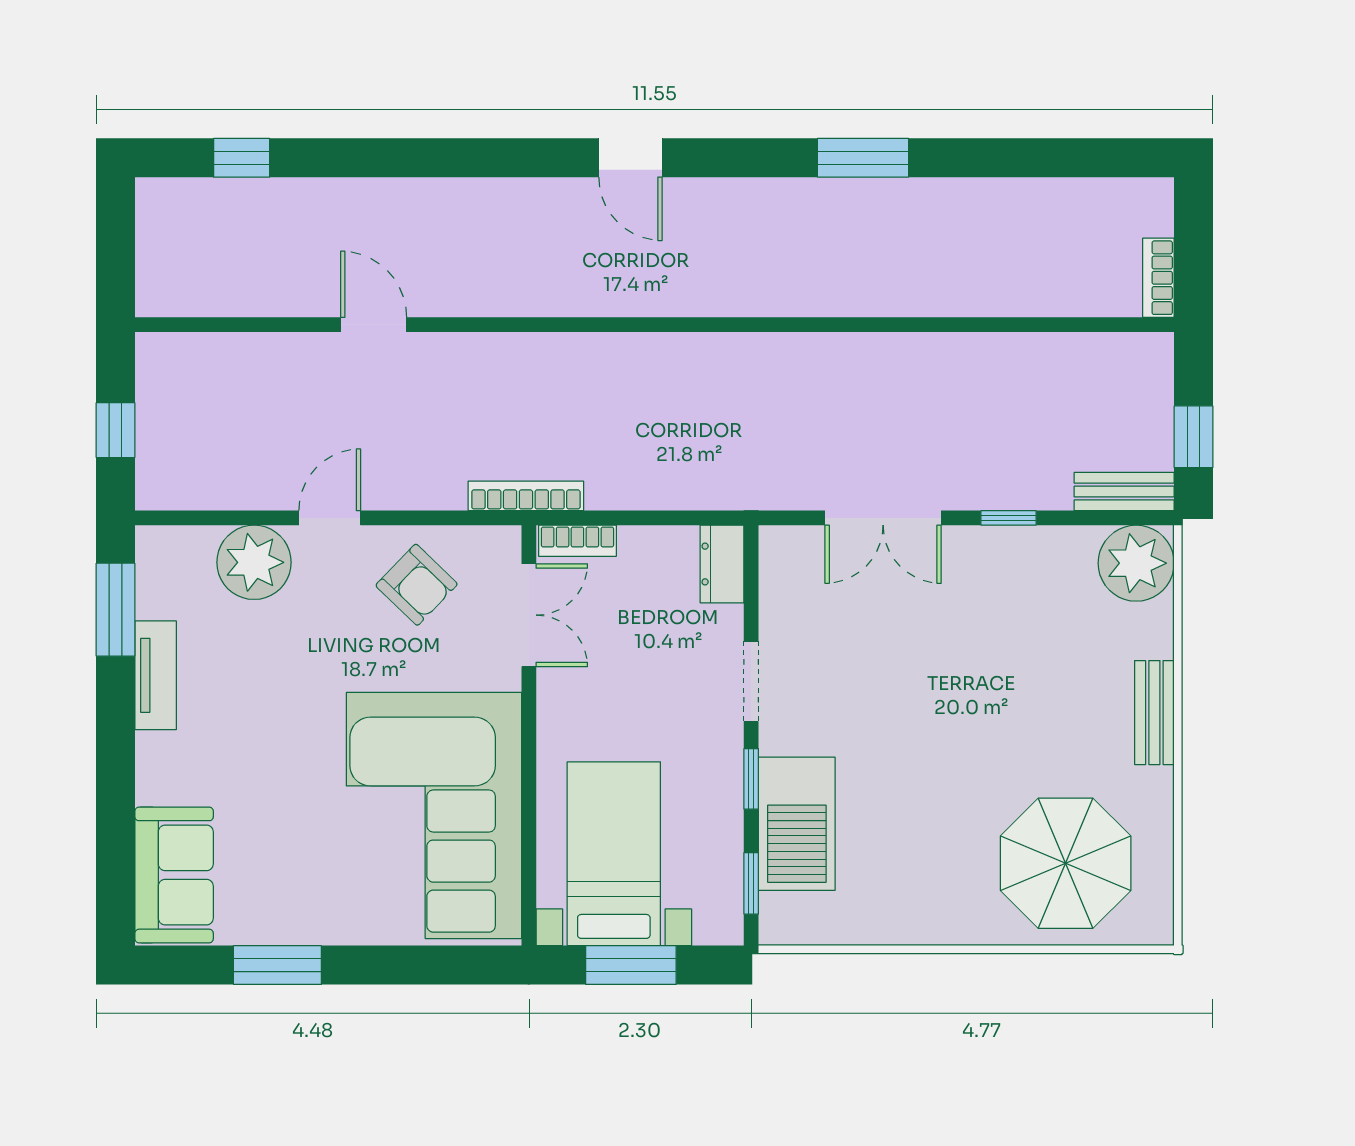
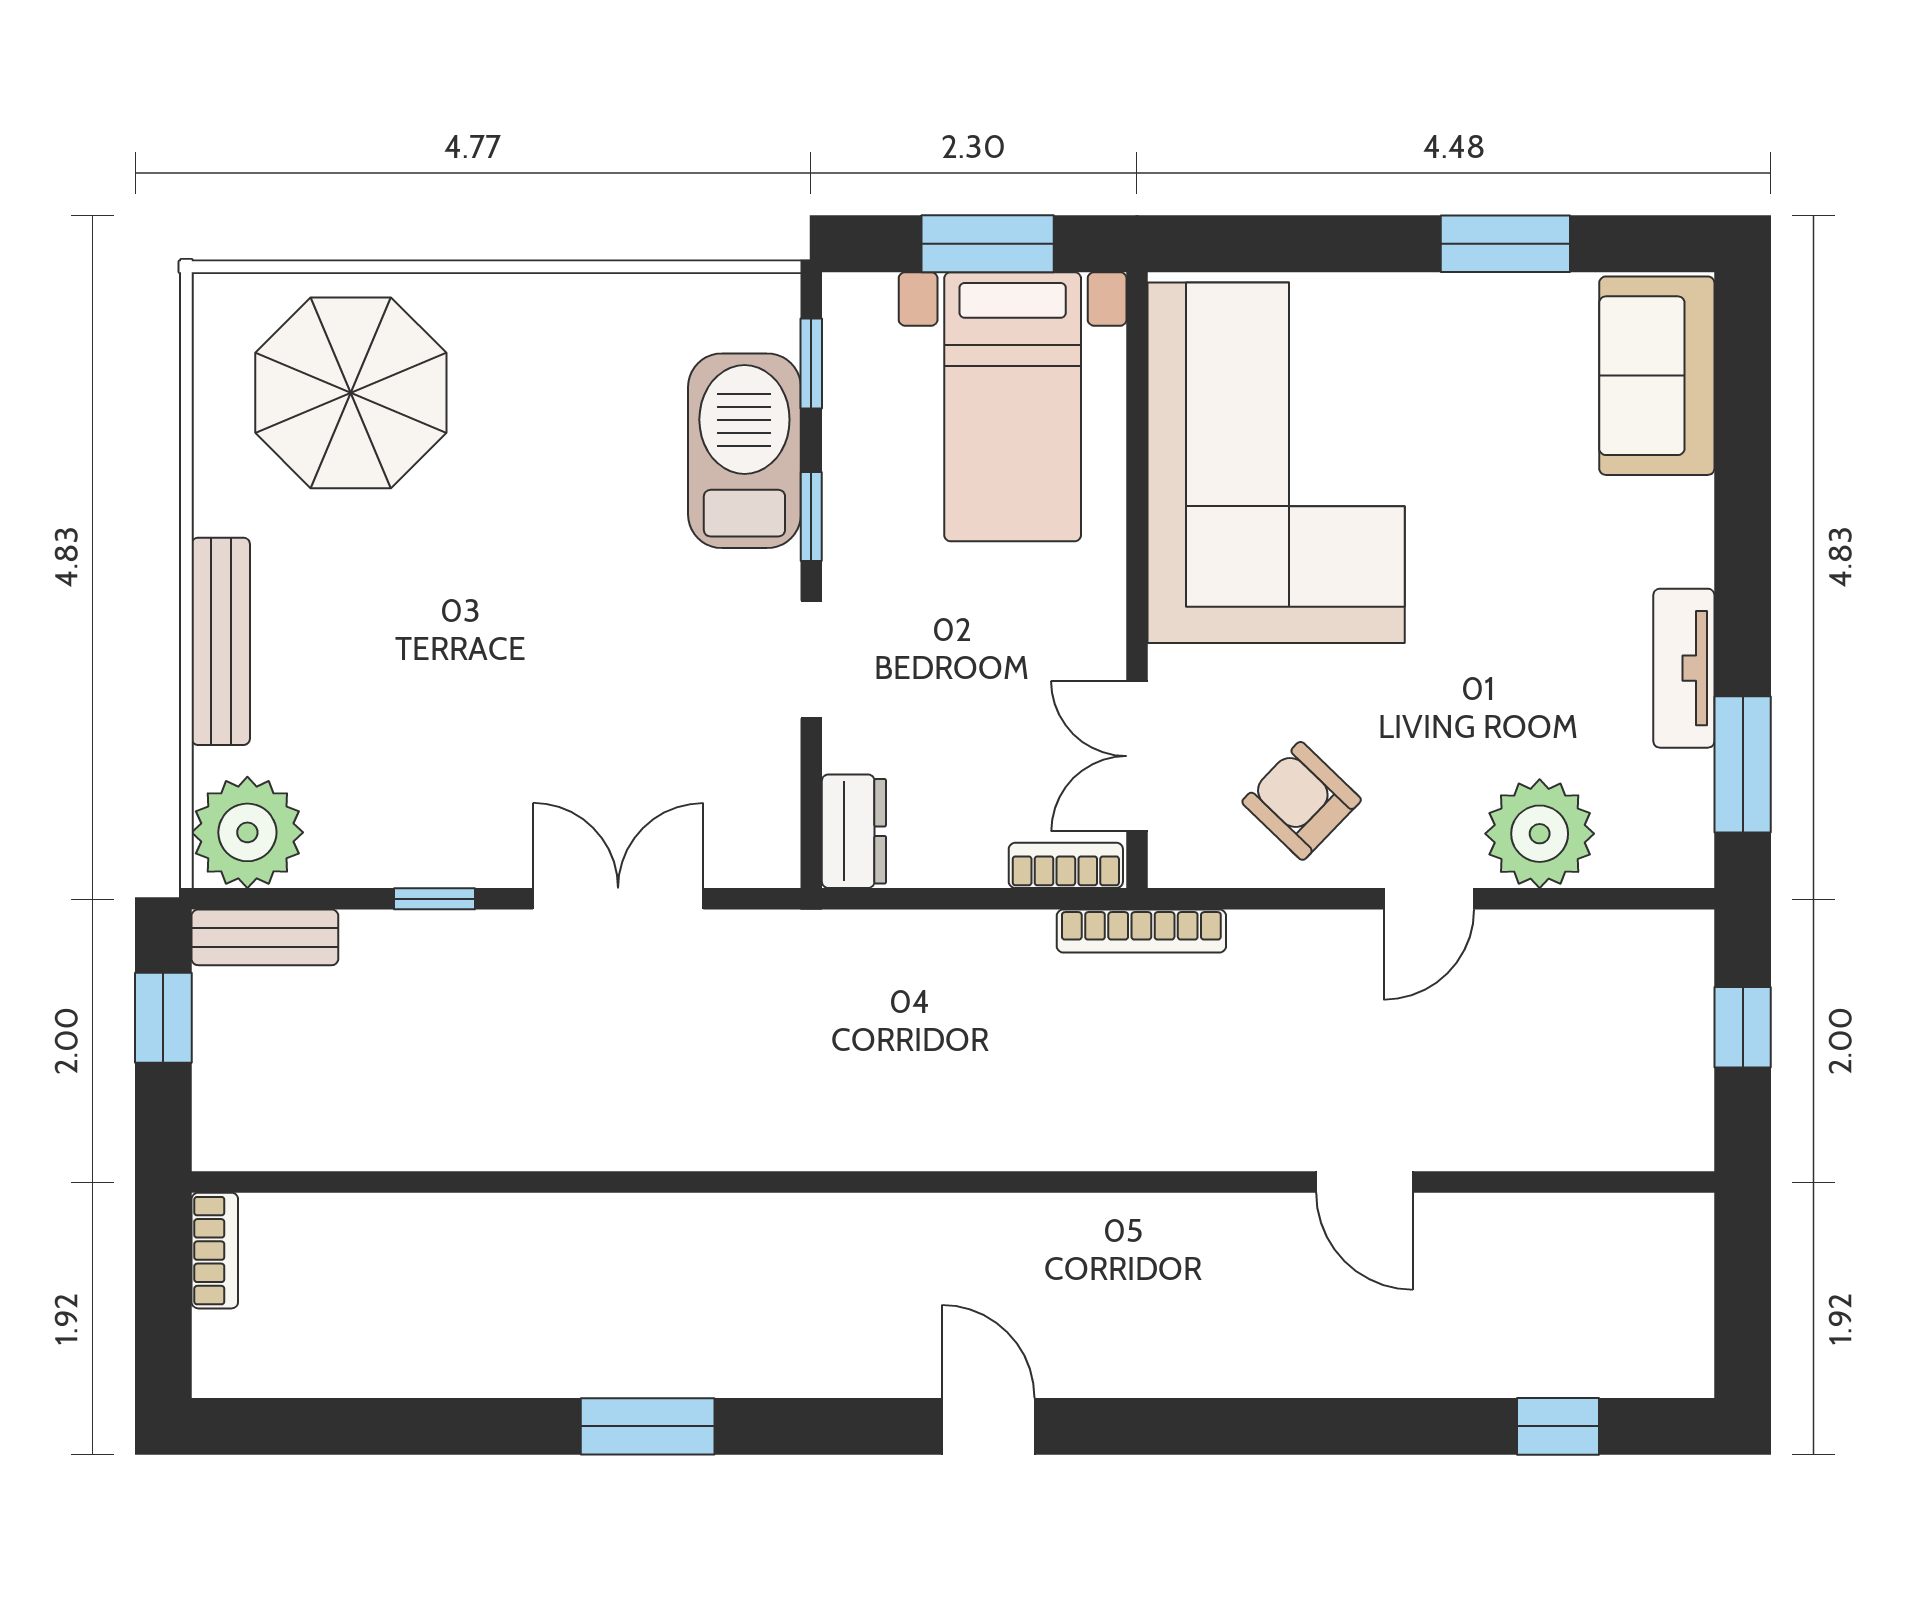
bench: (1154, 713) -> (221, 641), width x1.36

